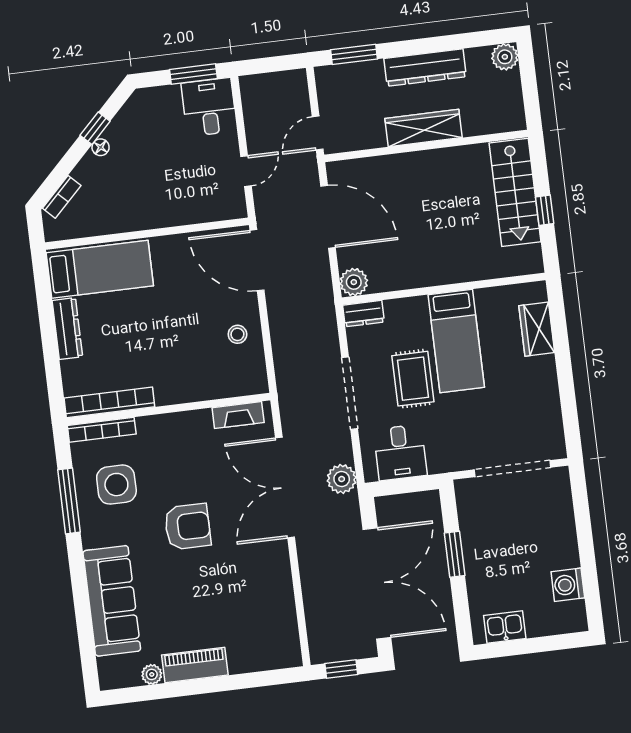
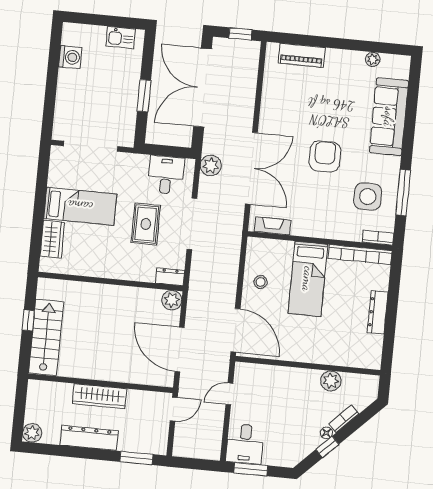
bookcase: (62, 197) -> (344, 419), moved
plant: (111, 220) -> (331, 381), added
bed: (100, 269) -> (308, 279), moved, turned -90
bed: (456, 341) -> (80, 206), moved, turned 90
bookcase: (102, 430) -> (378, 238), width x0.64
armchair: (188, 527) -> (325, 156), turned 90
piano: (195, 665) -> (302, 55), moved

